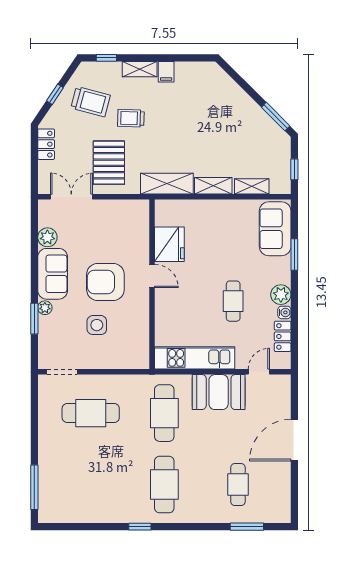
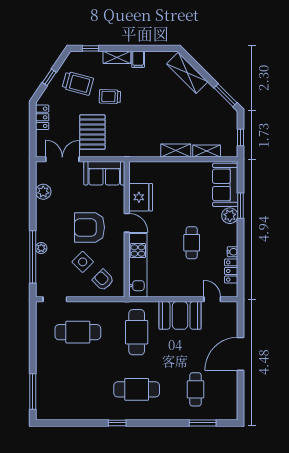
shelving: (167, 184) -> (187, 73), moved, turned 45
sofa: (53, 274) -> (104, 173), moved, turned 90
plant: (281, 295) -> (230, 216), moved
window: (34, 319) -> (33, 257), width x2.11
side table: (97, 325) -> (83, 262), turned 45
armchair: (122, 348) -> (103, 280), added
kitchen unit: (195, 358) -> (138, 265), moved, turned 90
door: (259, 372) -> (212, 299), hinge flipped
cafe table: (164, 485) -> (137, 389), turned 90

